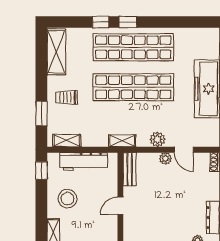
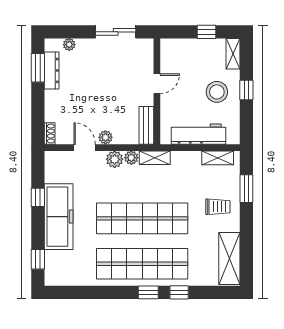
plant: (143, 141) -> (131, 158), added
window: (41, 171) -> (246, 90), moved

